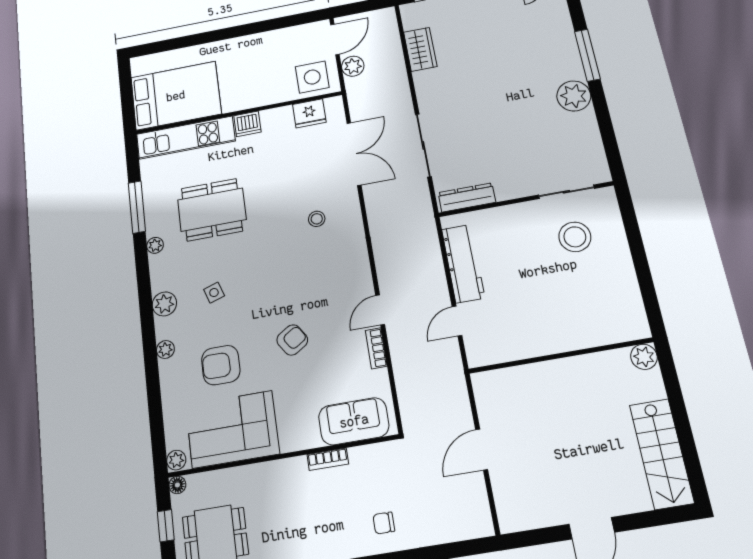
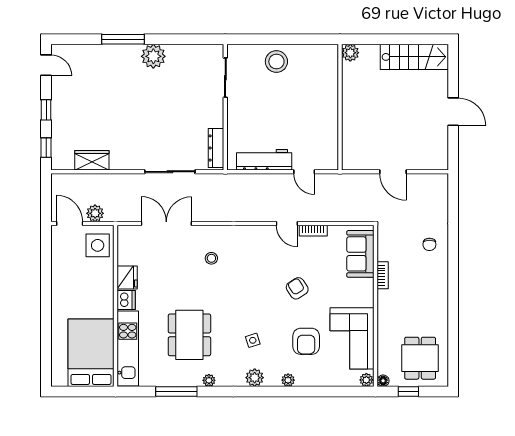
fridge: (309, 113) -> (127, 277), moved
stool: (575, 237) -> (276, 62), moved

